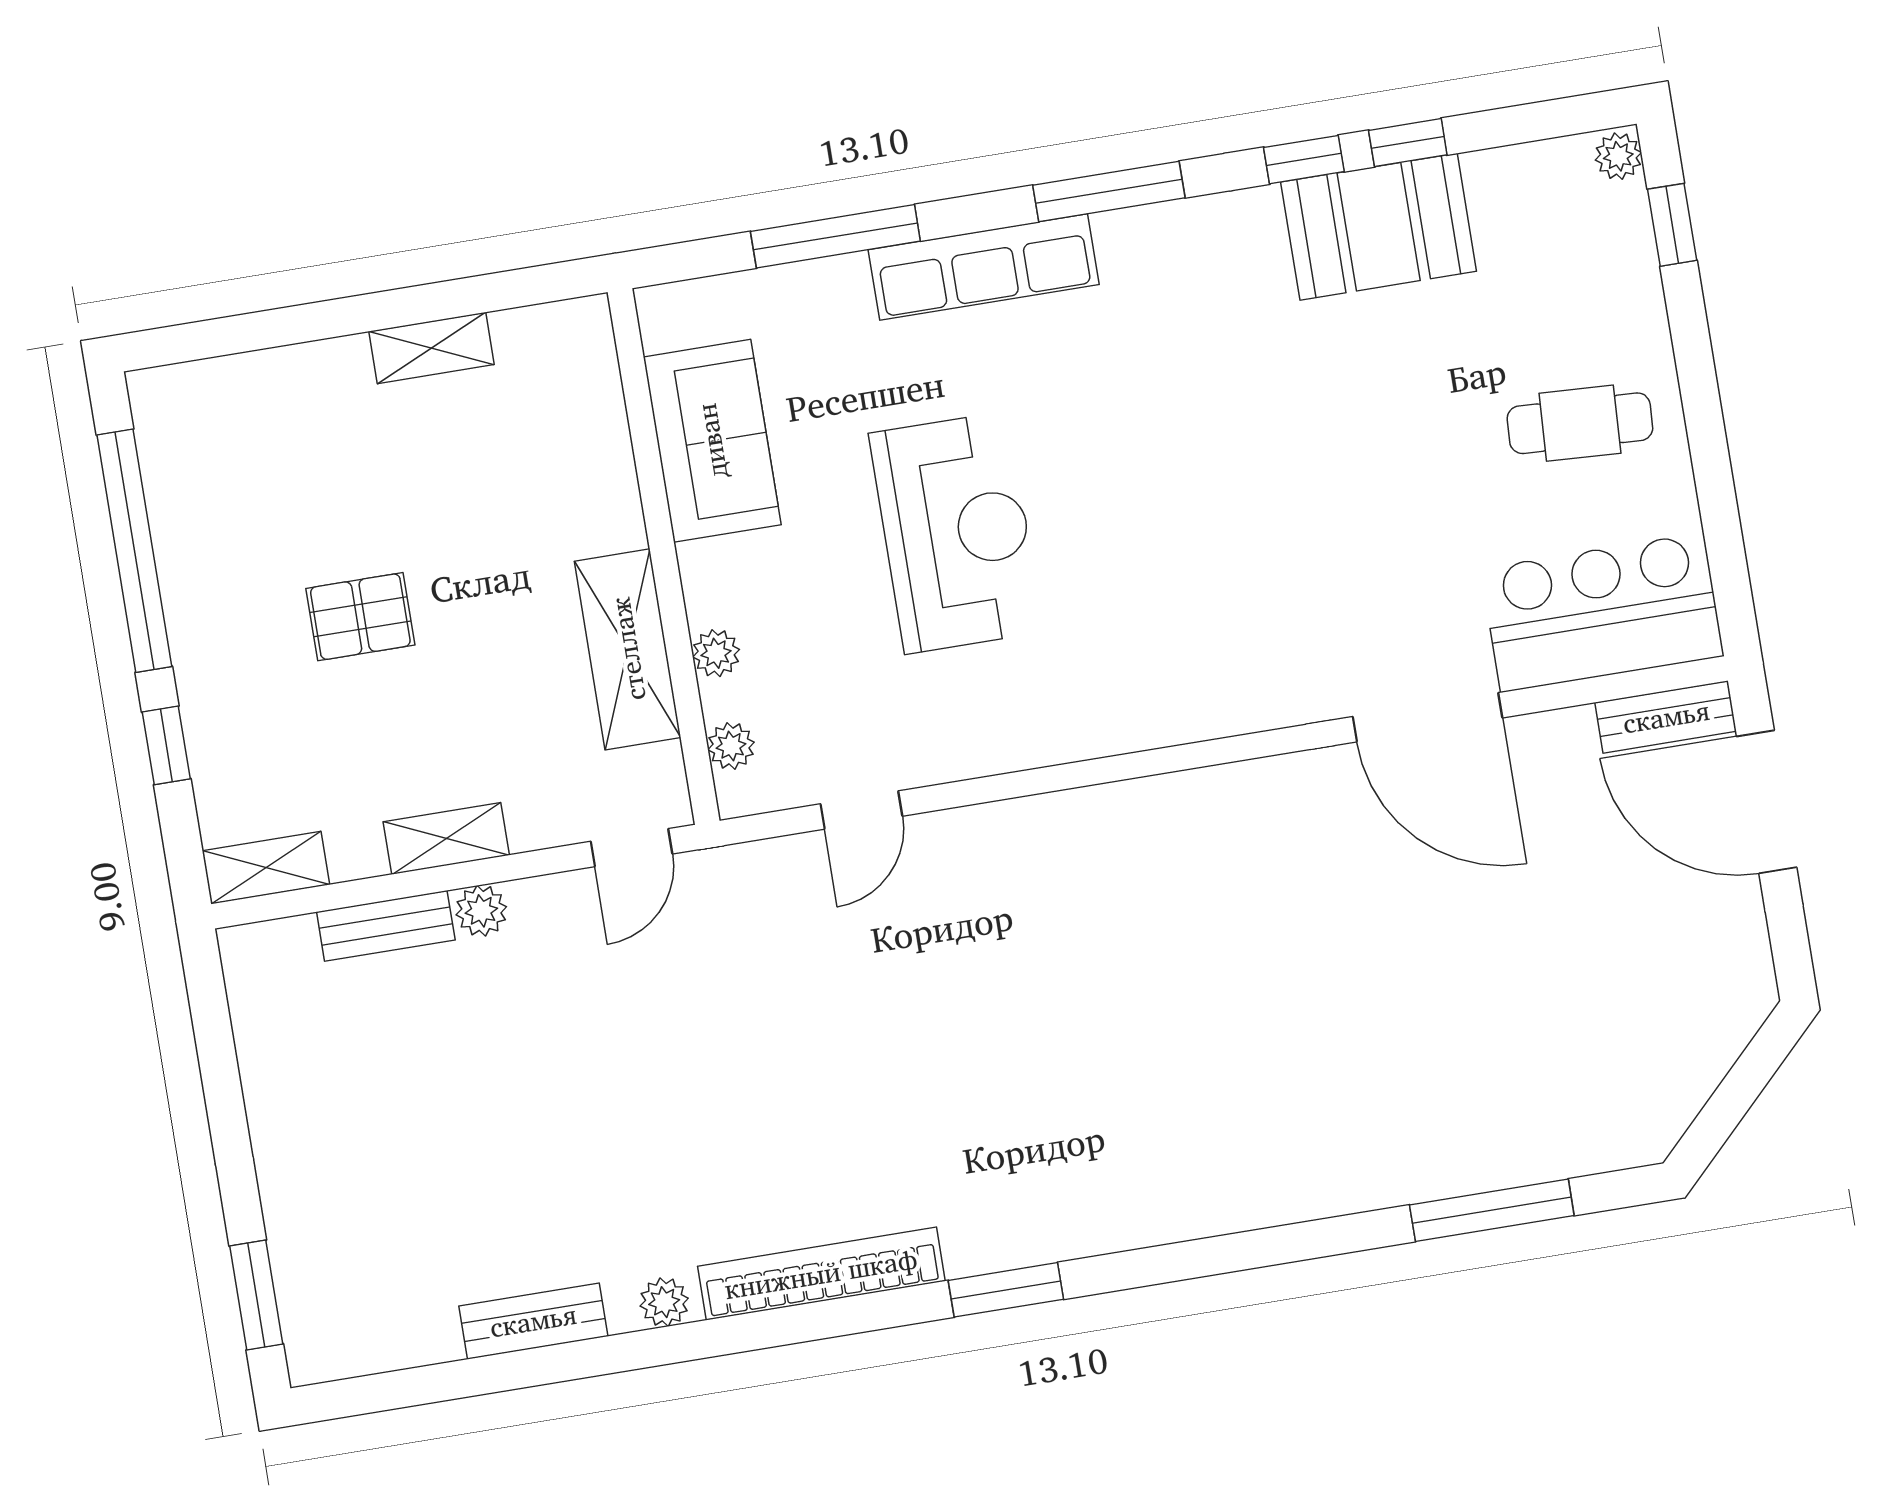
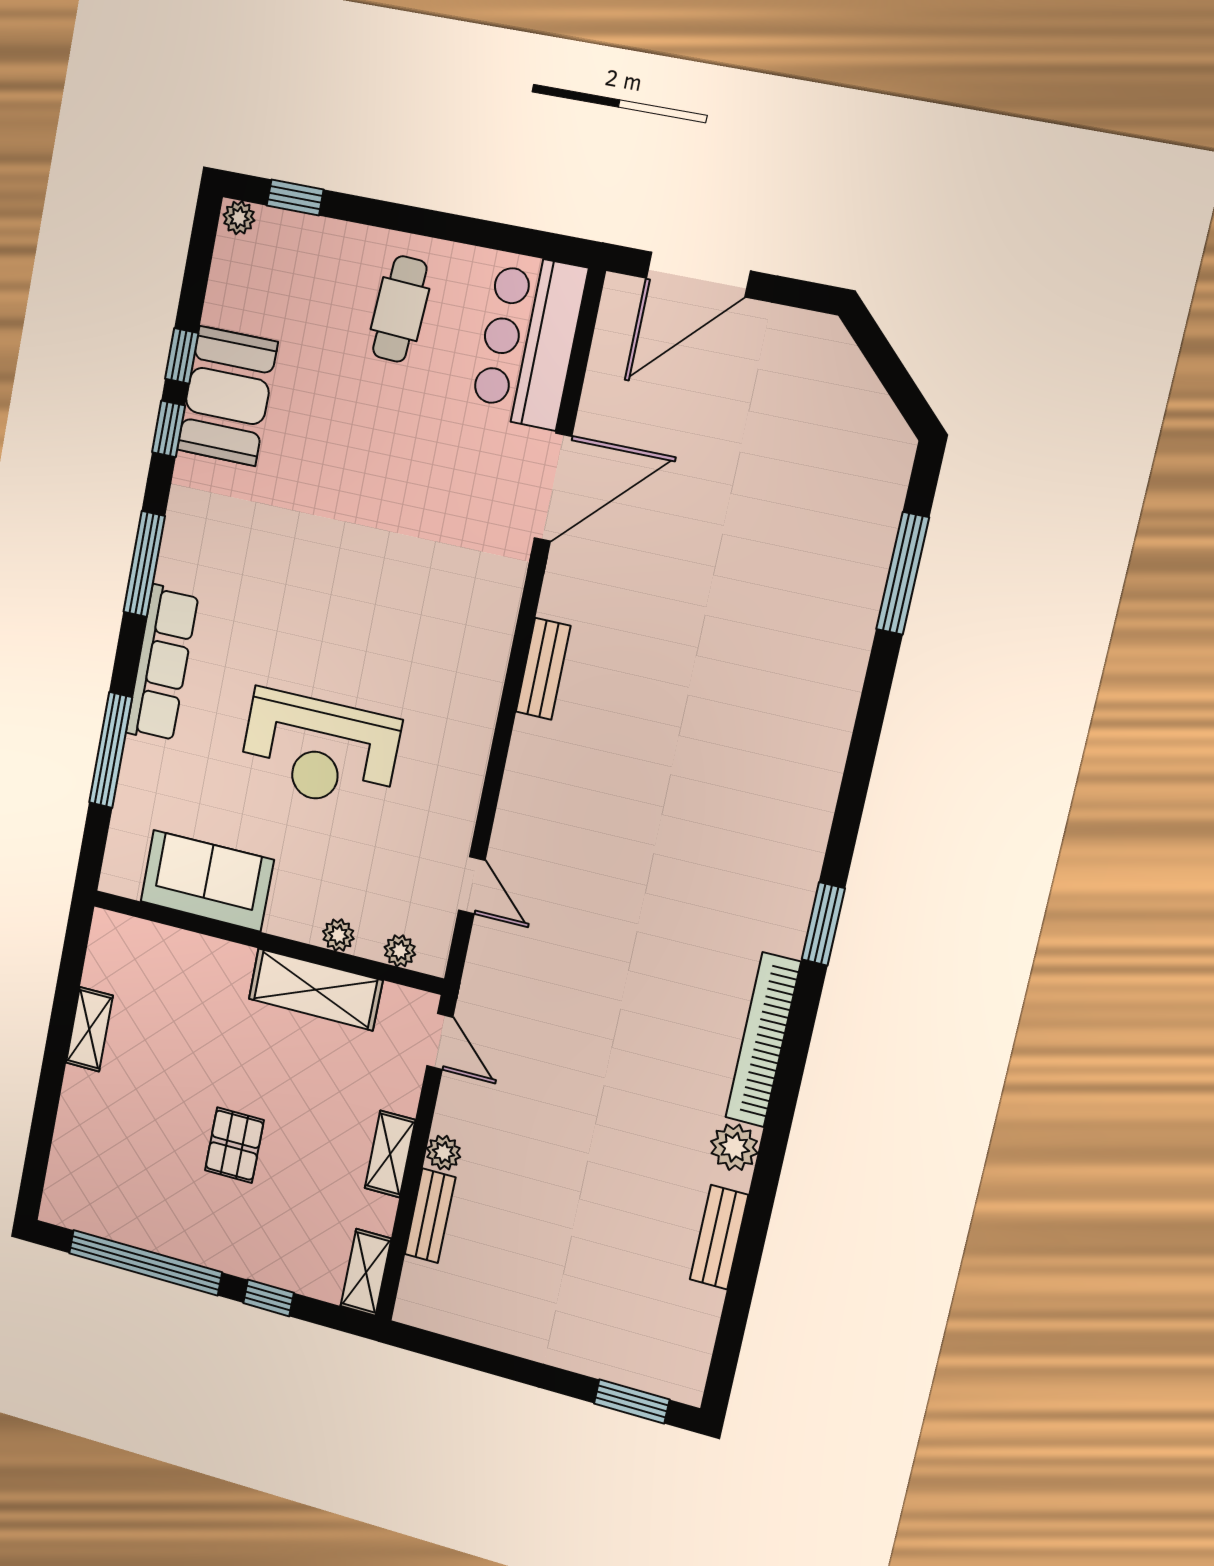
reception desk: (956, 533) -> (320, 750), turned 180
bench: (1666, 717) -> (543, 669), moved
plant: (664, 1302) -> (734, 1147), width x1.38, depth x1.38

